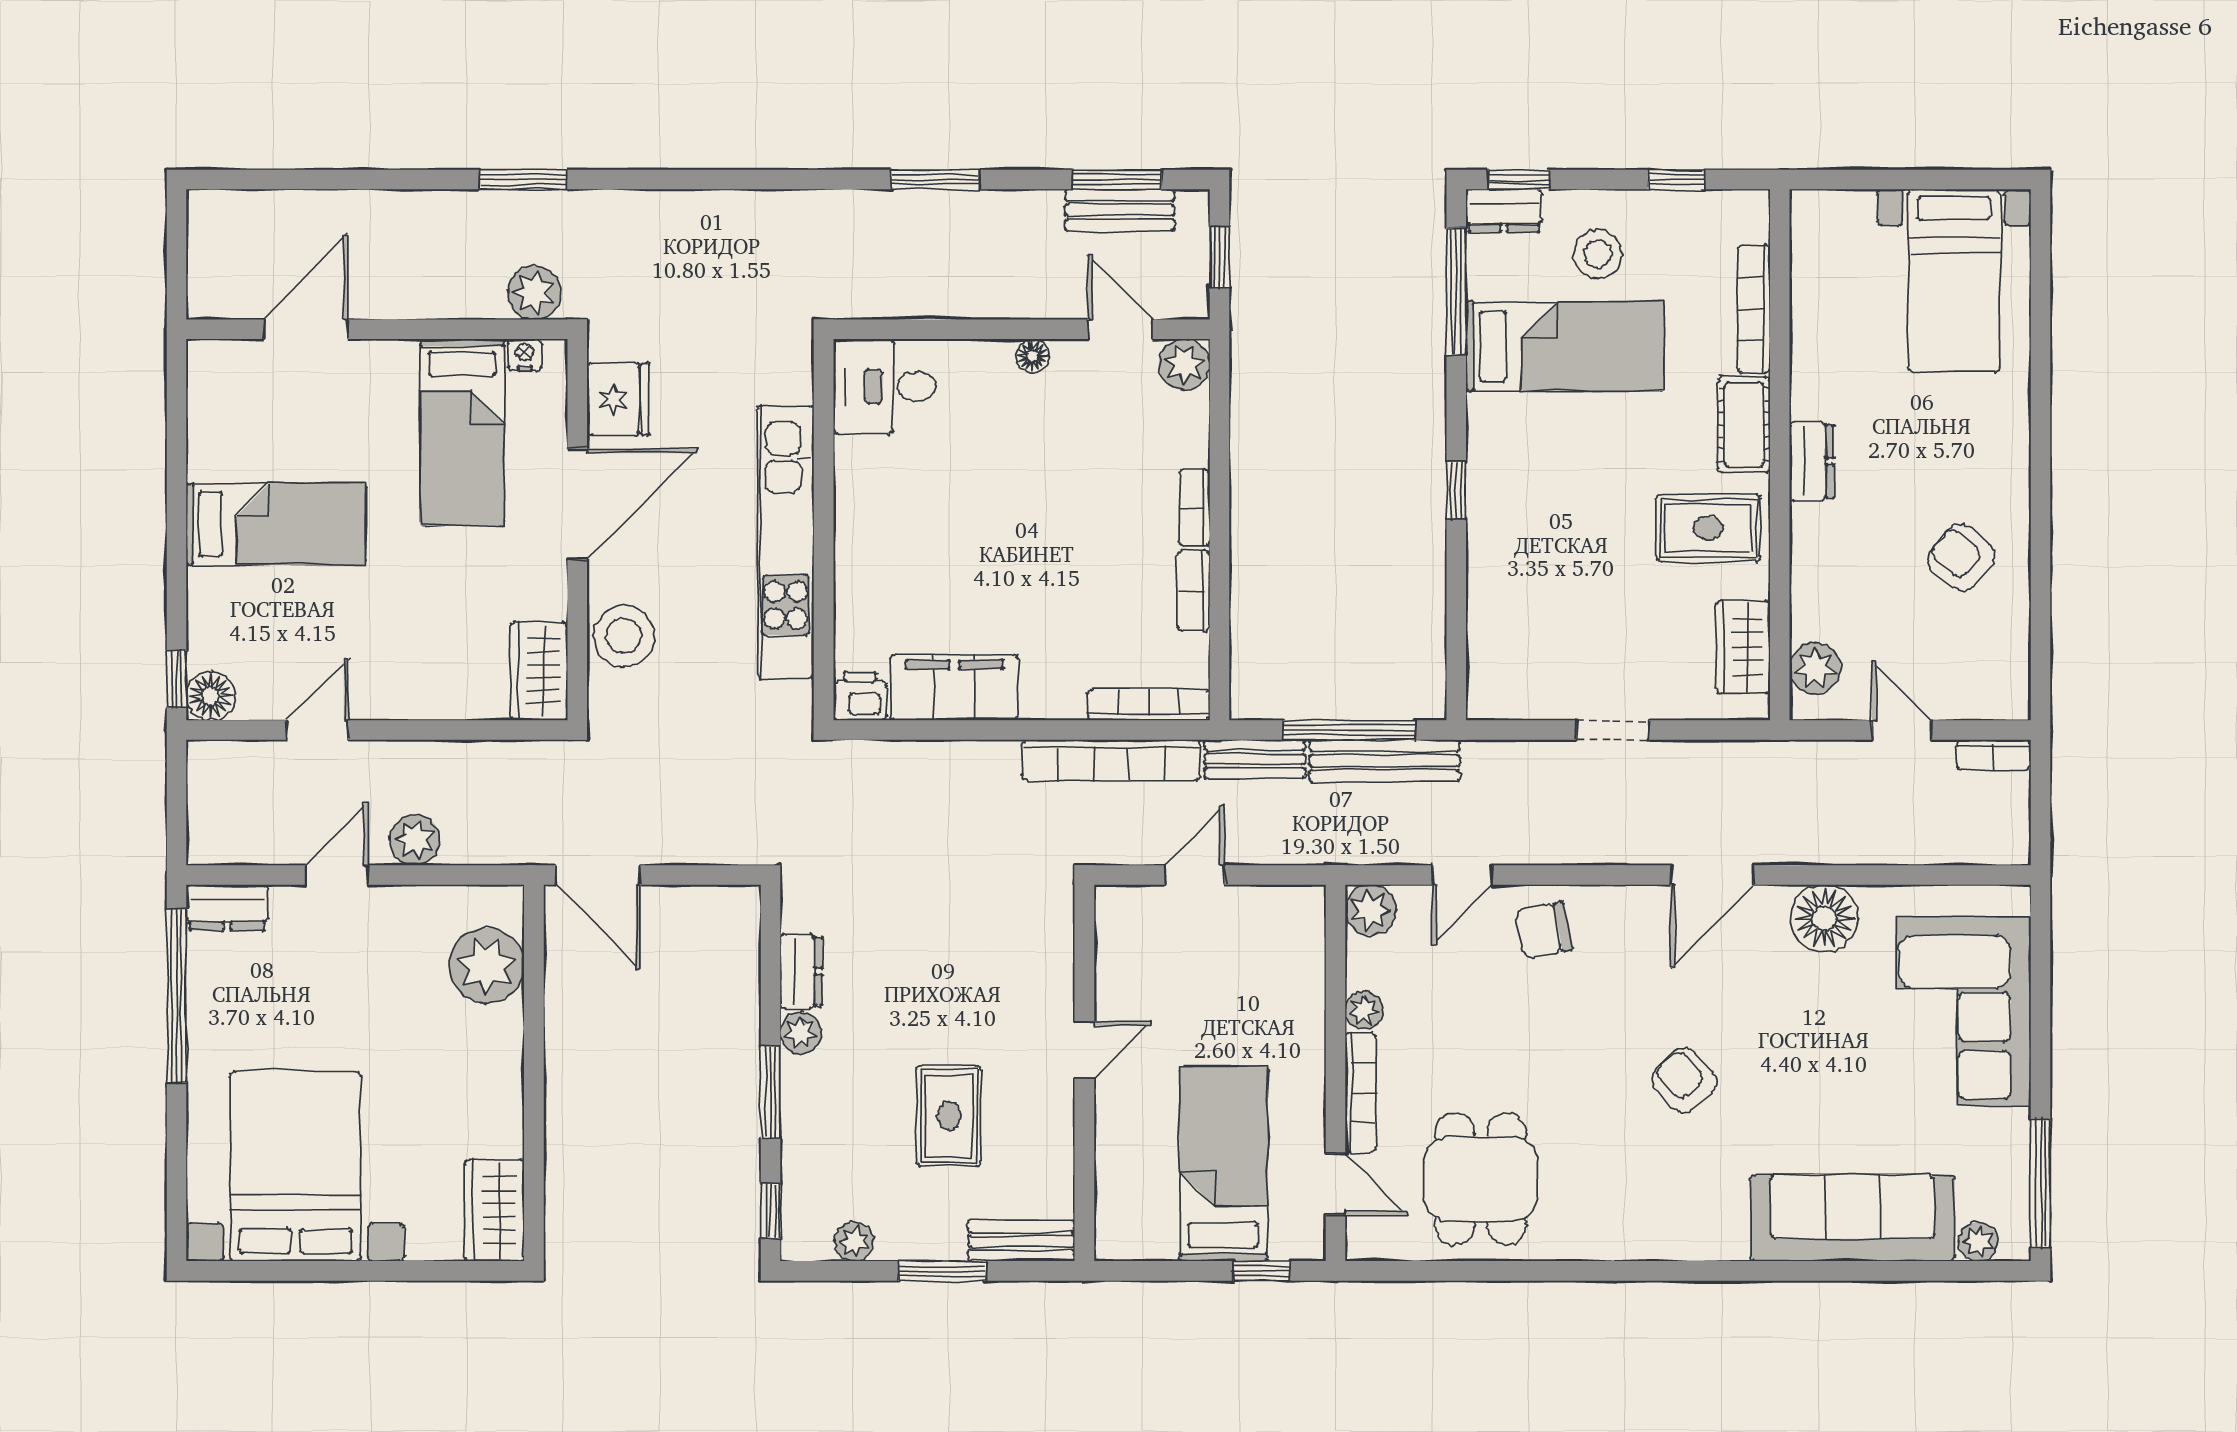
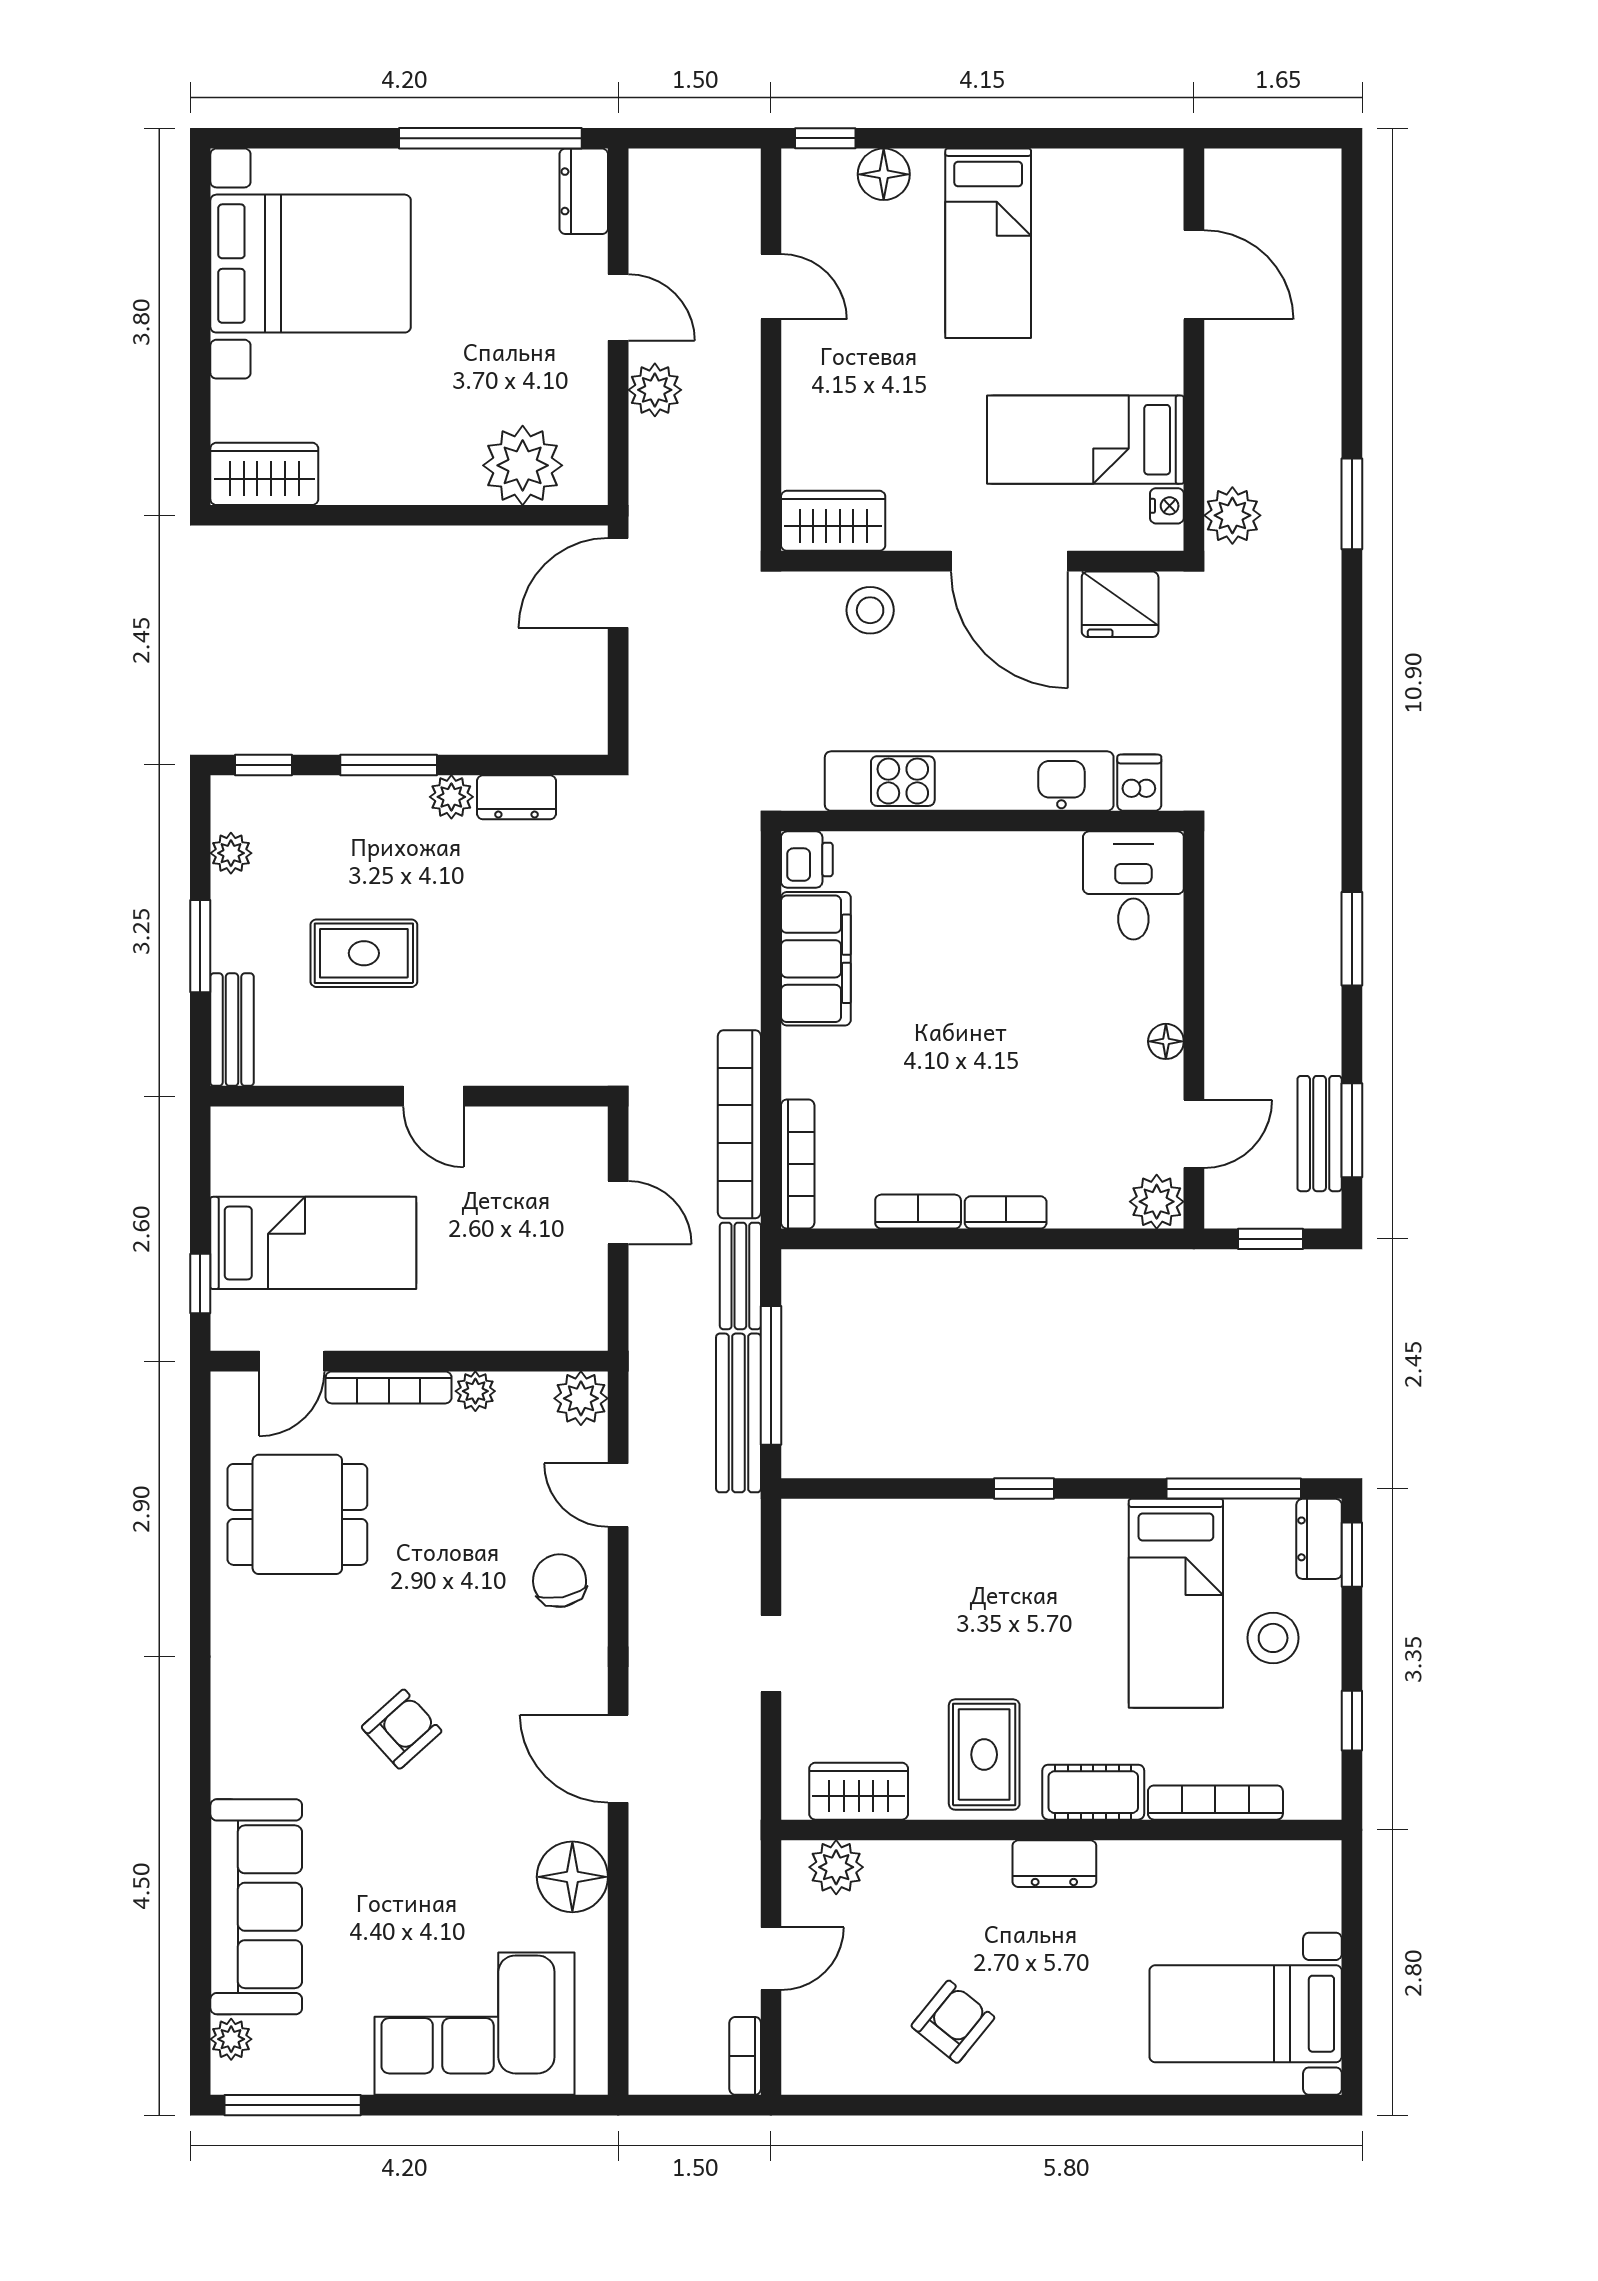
dishwasher: (787, 381) -> (1139, 783), added
stool: (624, 636) -> (870, 610), width x0.73, depth x0.73
floor lamp: (211, 696) -> (884, 174), moved

